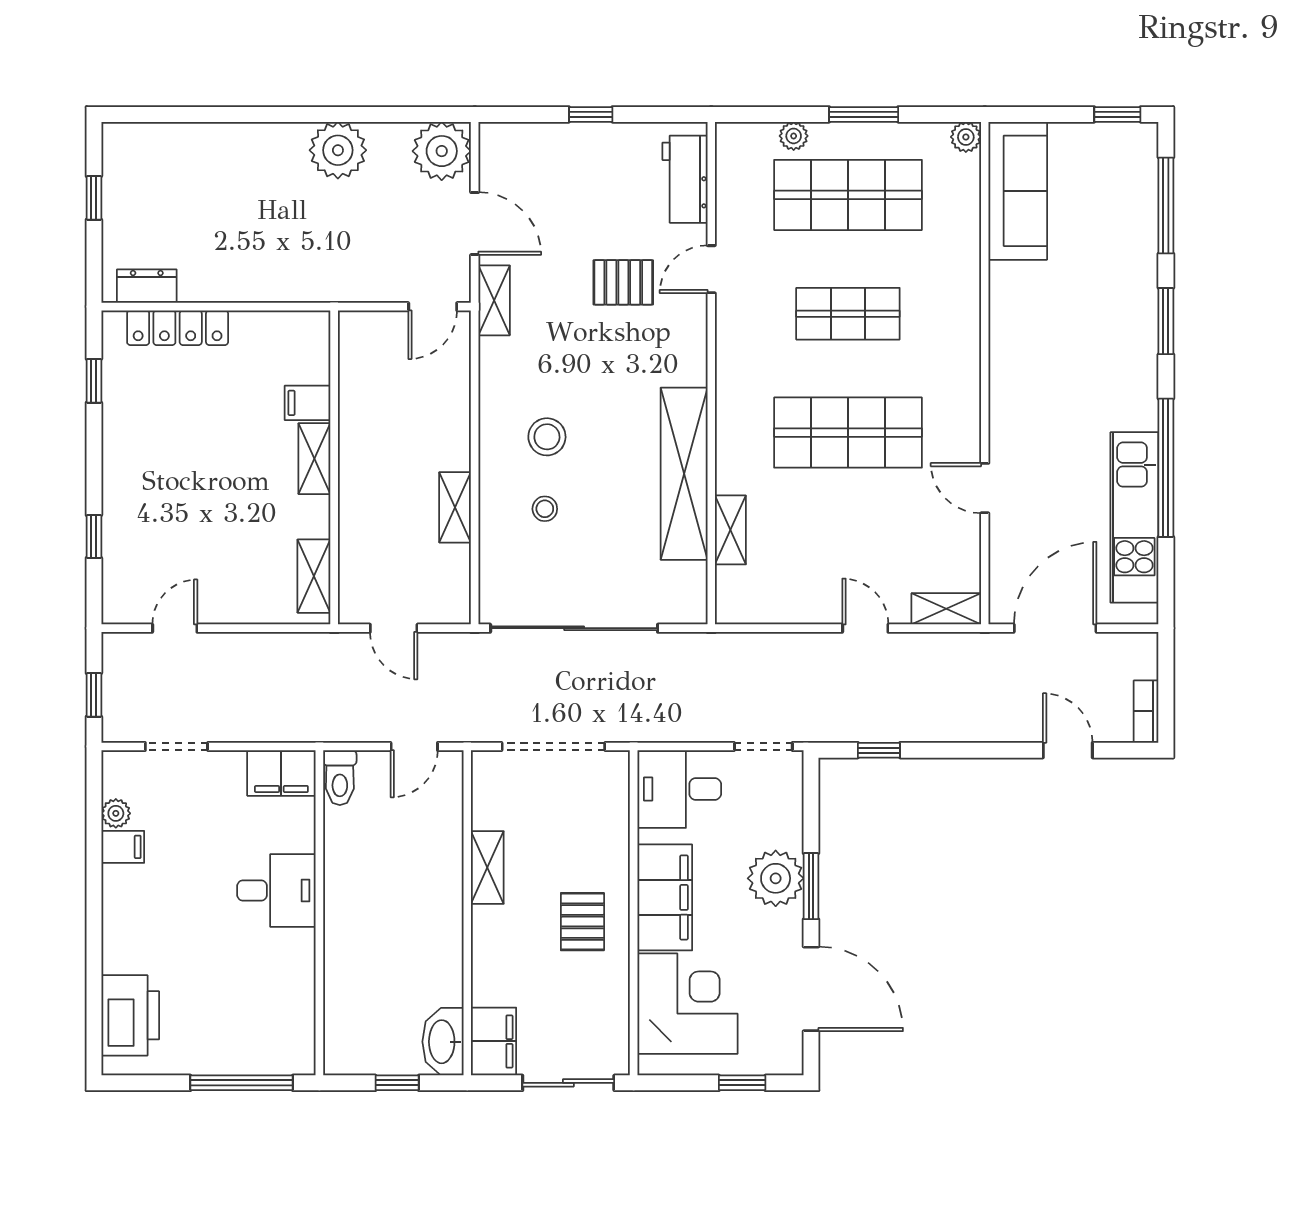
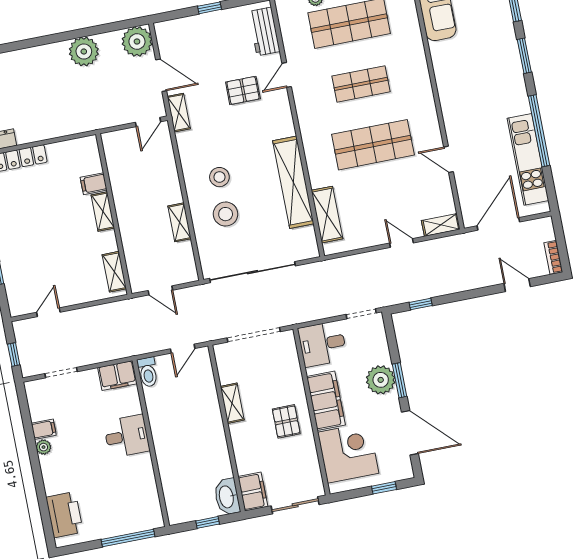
stool: (545, 509) -> (226, 214), width x1.89, depth x1.89
shelving: (730, 530) -> (327, 215), width x1.50, depth x1.33
plant: (116, 813) -> (44, 447), moved

